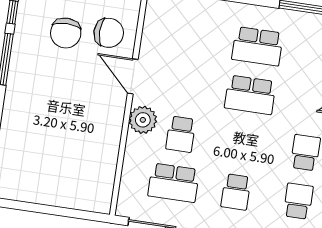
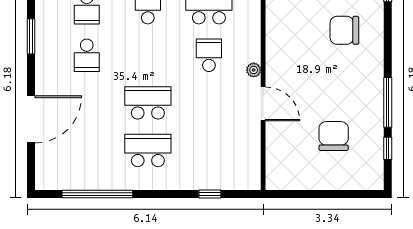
chair: (109, 33) -> (344, 30), moved
plant: (143, 120) -> (254, 70), width x0.53, depth x0.53

